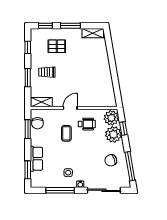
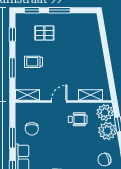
shelving: (93, 33) -> (90, 95), moved
chair: (37, 123) -> (32, 129), moved
window: (28, 129) -> (12, 138), moved
coffee table: (66, 133) -> (55, 130), removed

